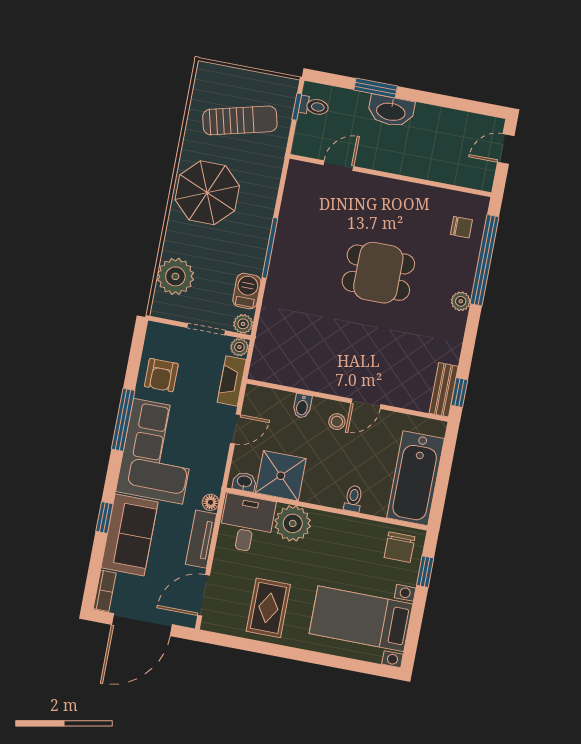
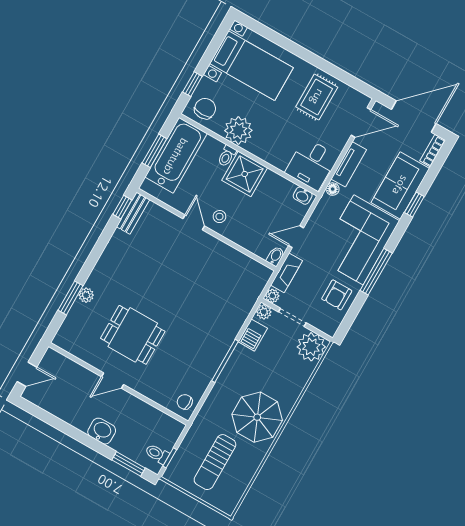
window: (376, 88) -> (128, 464), moved
washbasin: (391, 111) -> (102, 431), width x0.72
sun lounger: (240, 120) -> (215, 462), turned -76
door: (338, 166) -> (113, 381), moved
chair: (461, 227) -> (185, 402), moved
window: (485, 260) -> (70, 298), width x0.47
dining table: (378, 273) -> (133, 335), moved
plant: (175, 276) -> (311, 347), moved
plant: (461, 301) -> (86, 295), moved
armchair: (161, 375) -> (337, 295), turned 180
door: (366, 404) -> (194, 222), hinge flipped
bidet: (302, 406) -> (275, 256), moved
window: (444, 475) -> (154, 151), added
shower: (281, 476) -> (245, 174), moved
plant: (293, 523) -> (238, 130), moved

